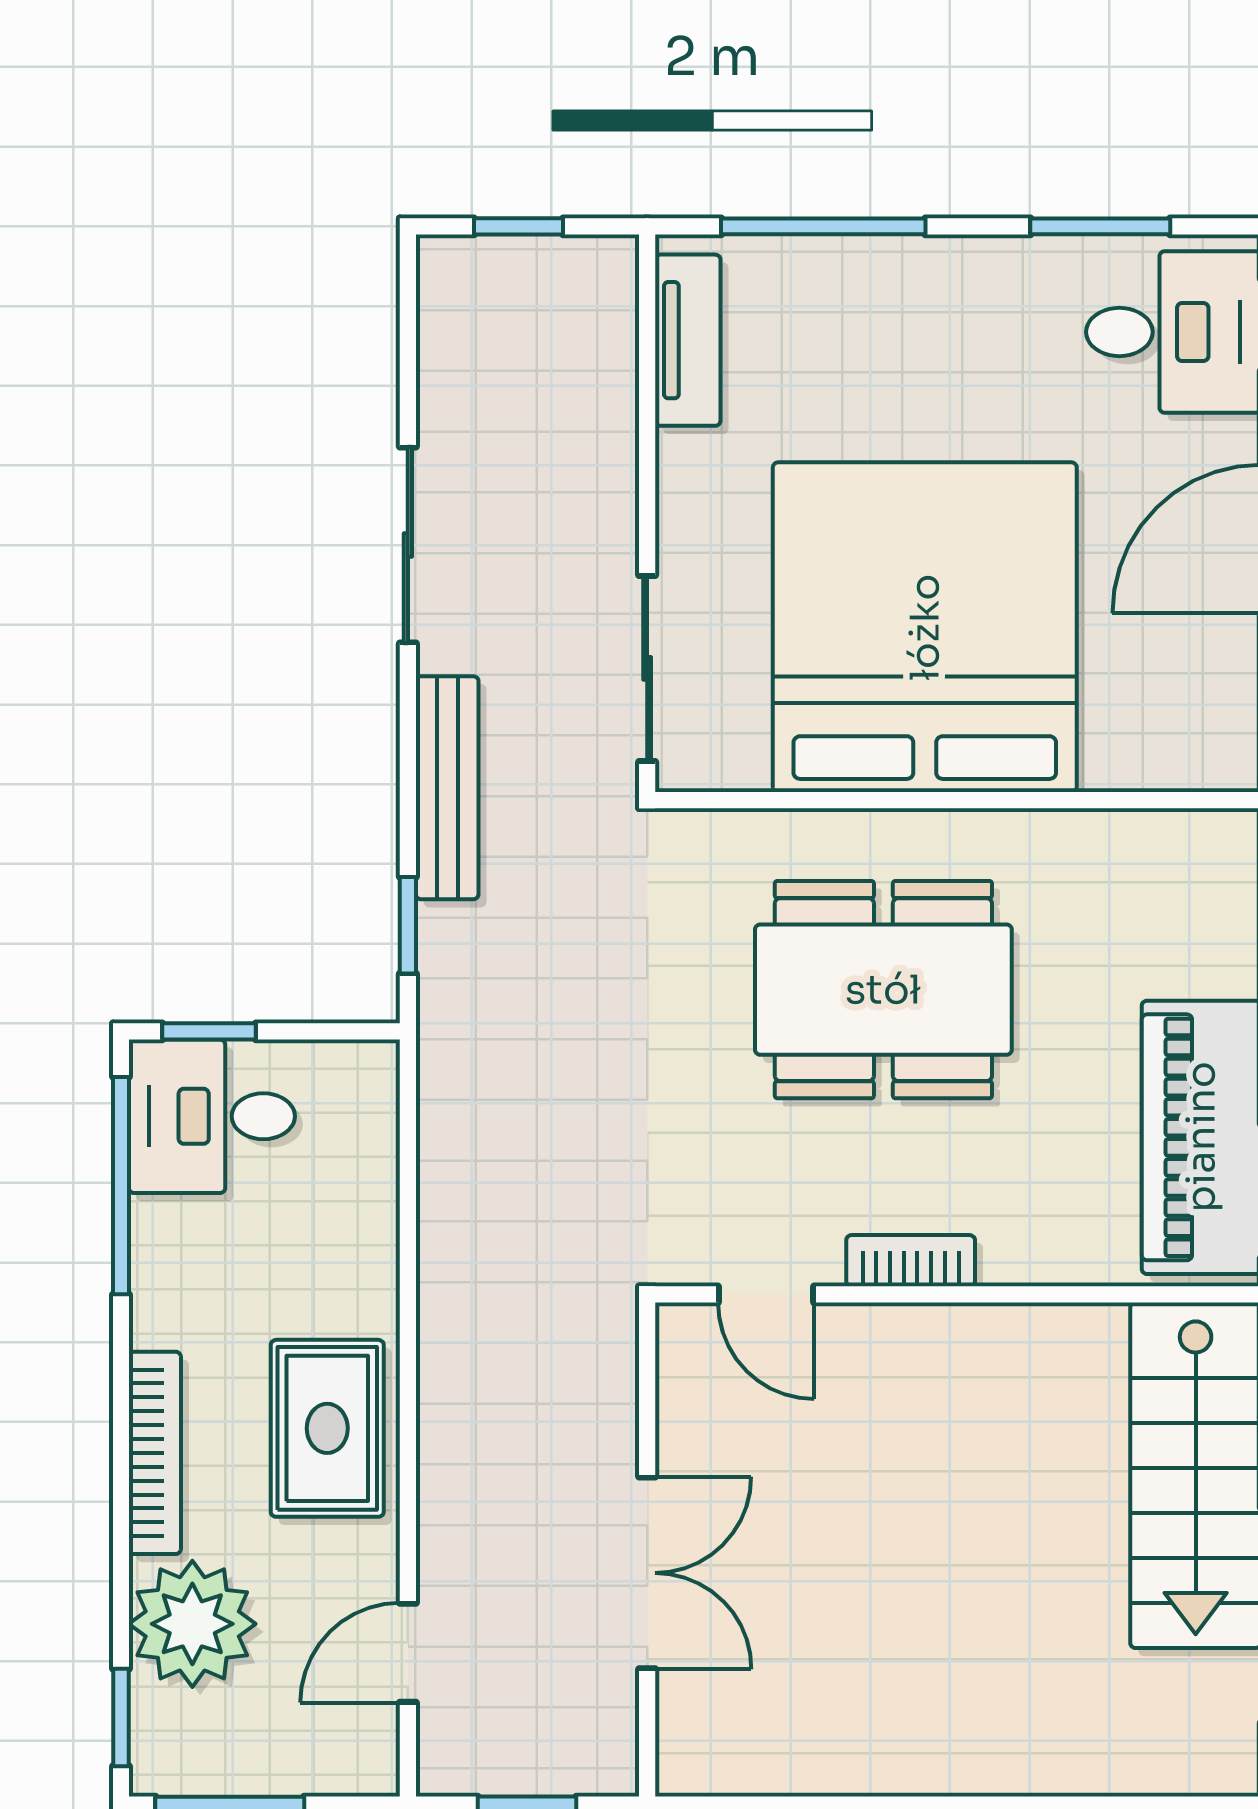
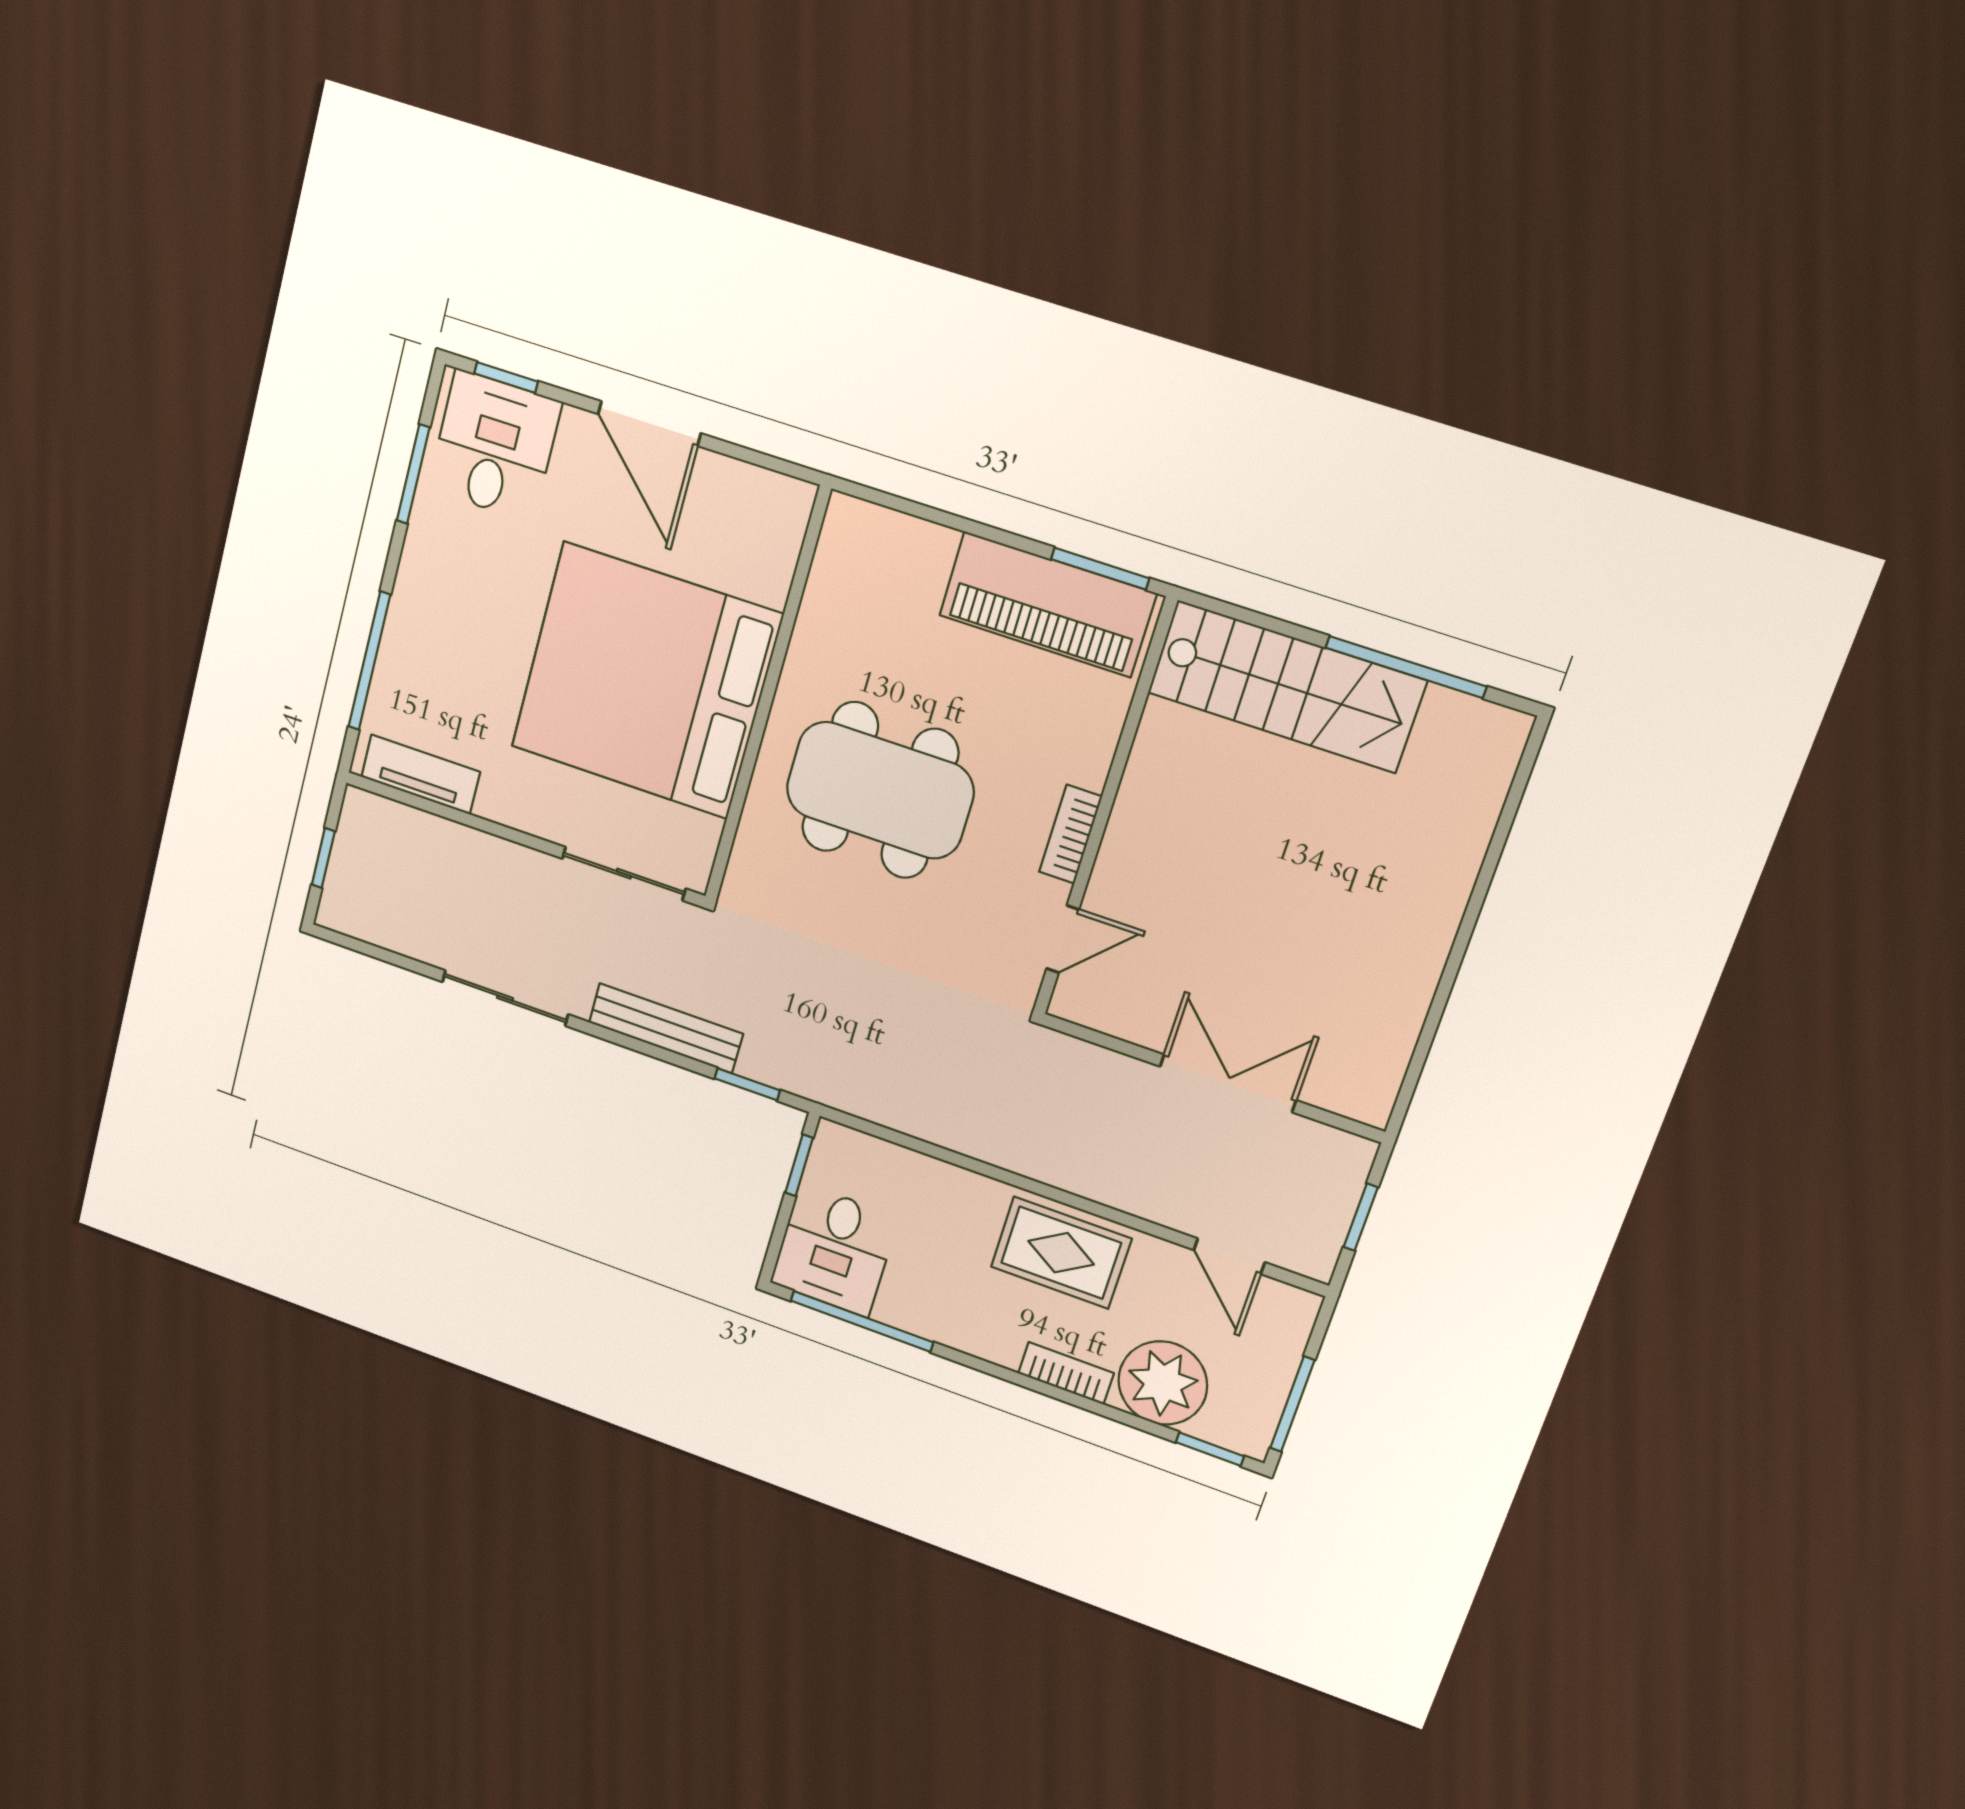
dining table: (883, 990) -> (880, 790), turned 90
window: (209, 1031) -> (799, 1165), moved
bookcase: (155, 1453) -> (1066, 1373), width x0.64

